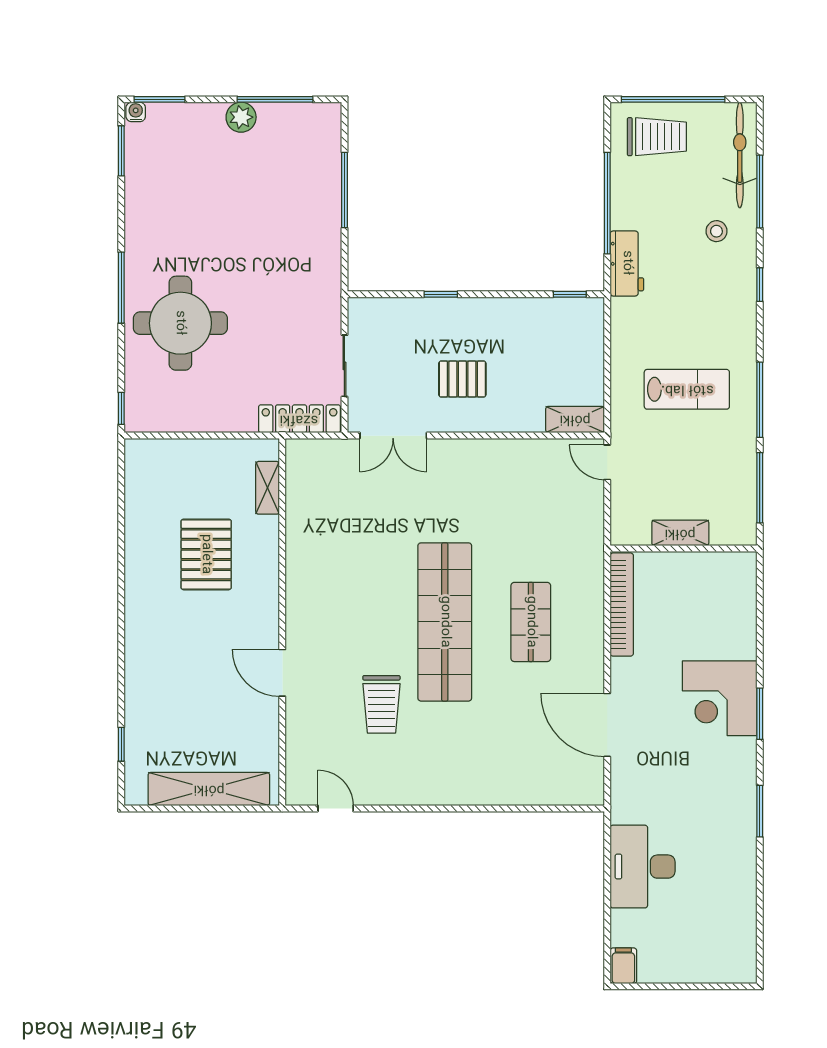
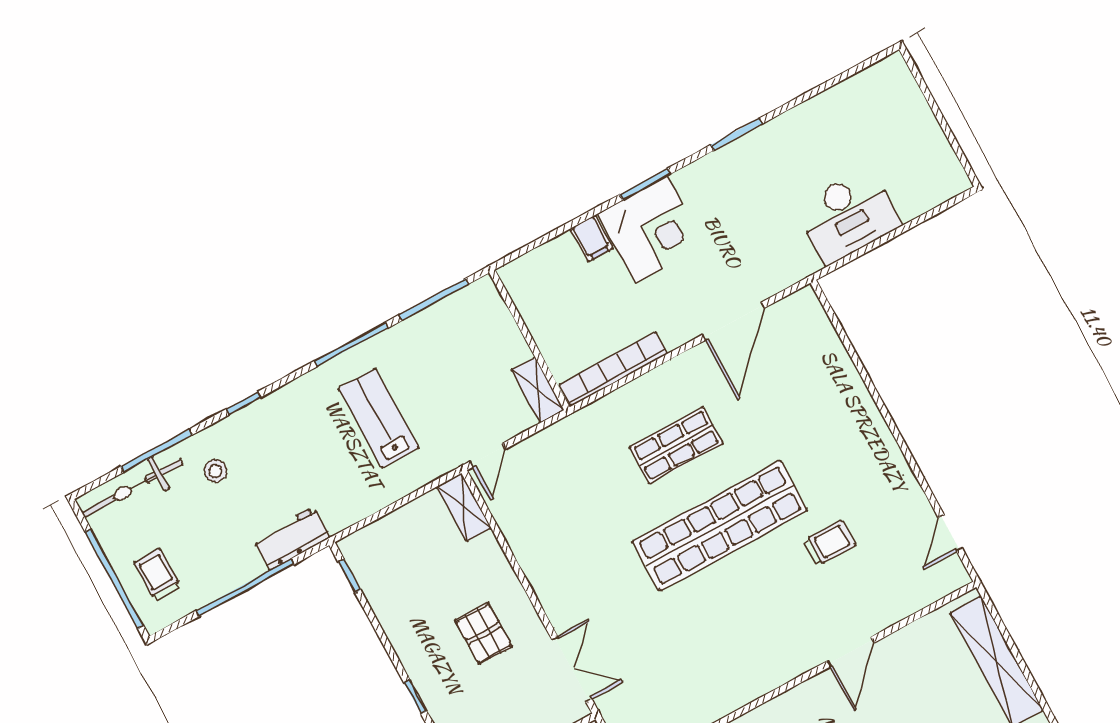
trolley: (657, 137) -> (158, 575), width x0.73, depth x0.72
shelving: (680, 533) -> (538, 390), moved
trolley: (381, 704) -> (829, 543), width x0.73, depth x0.72
filing cabinet: (623, 966) -> (592, 238), moved, turned -90

